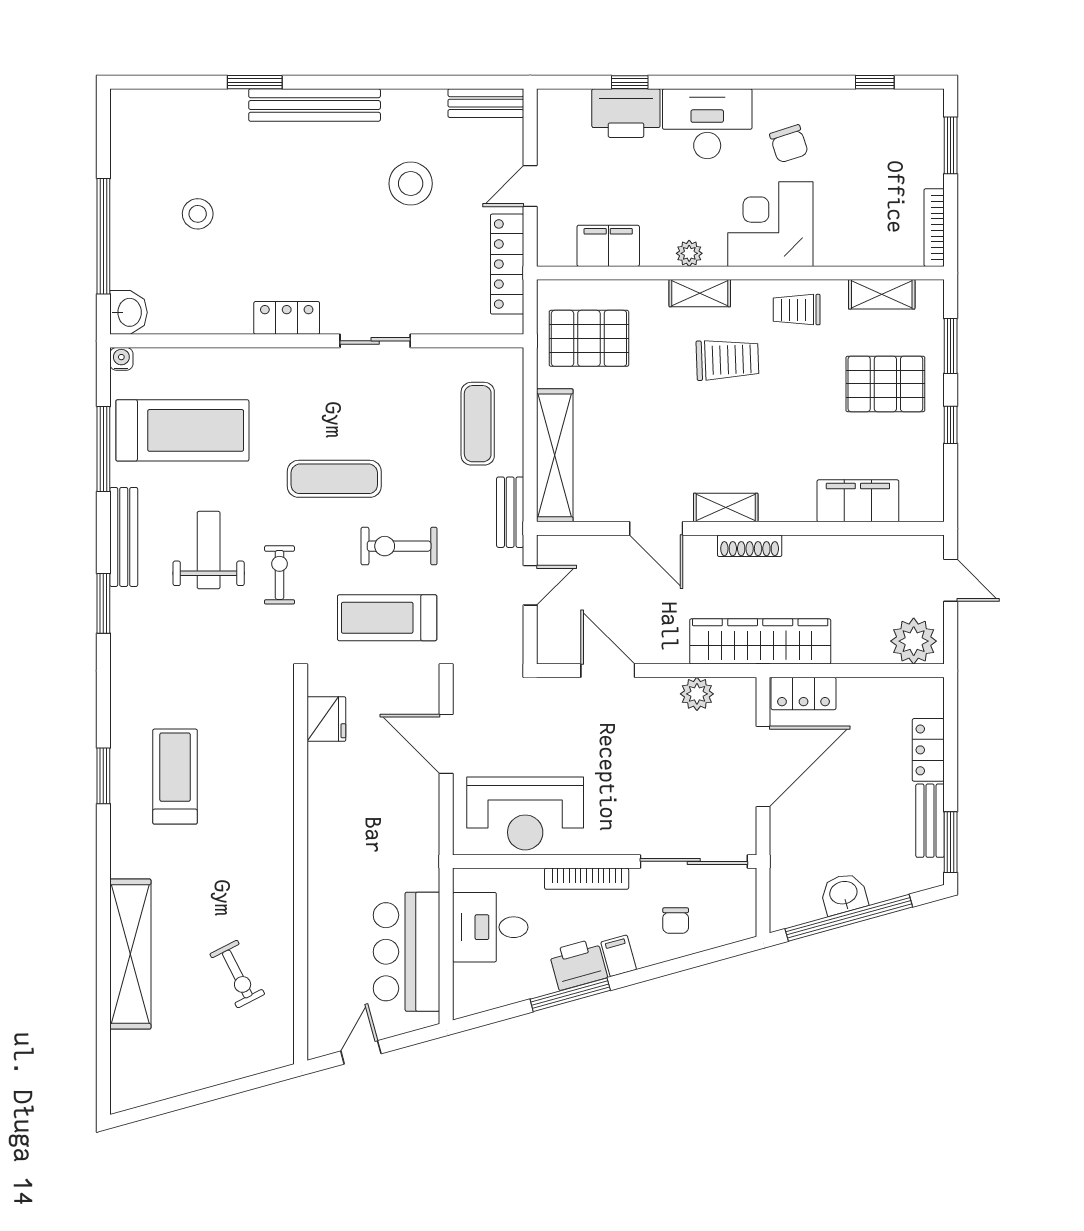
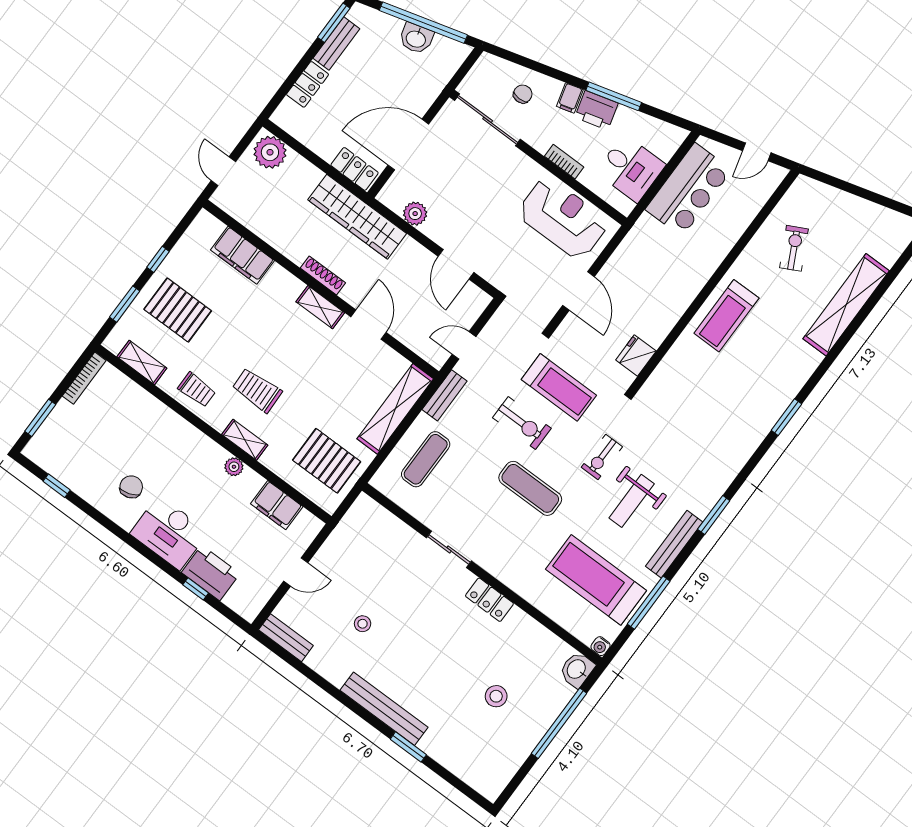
stool: (411, 184) -> (363, 624), width x0.53, depth x0.53
corner desk: (770, 224) -> (175, 449), removed
locker: (507, 264) -> (342, 537), removed
treadmill: (175, 777) -> (726, 316), moved
bookcase: (587, 879) -> (564, 162), width x0.64

